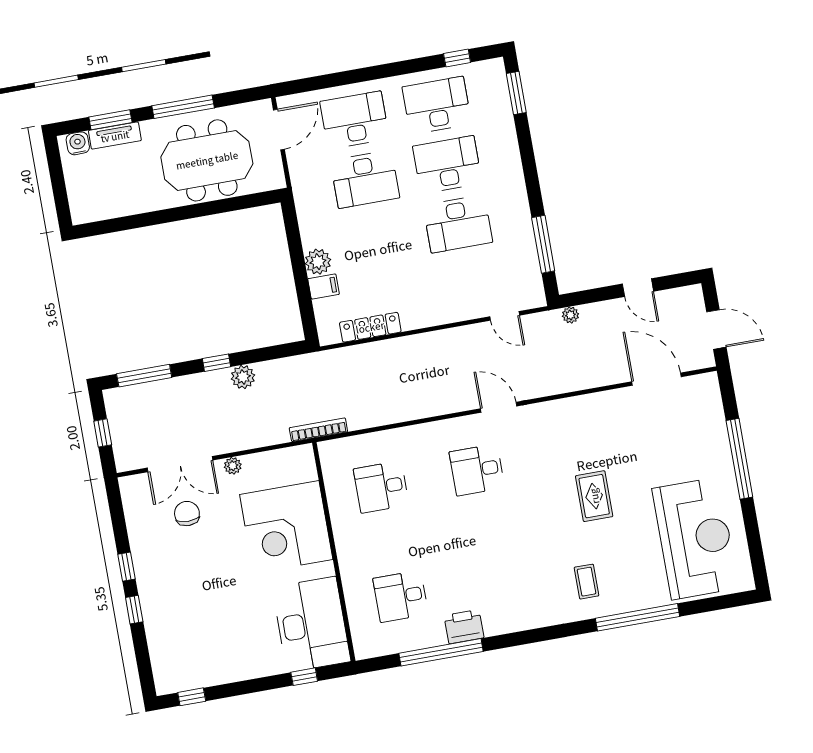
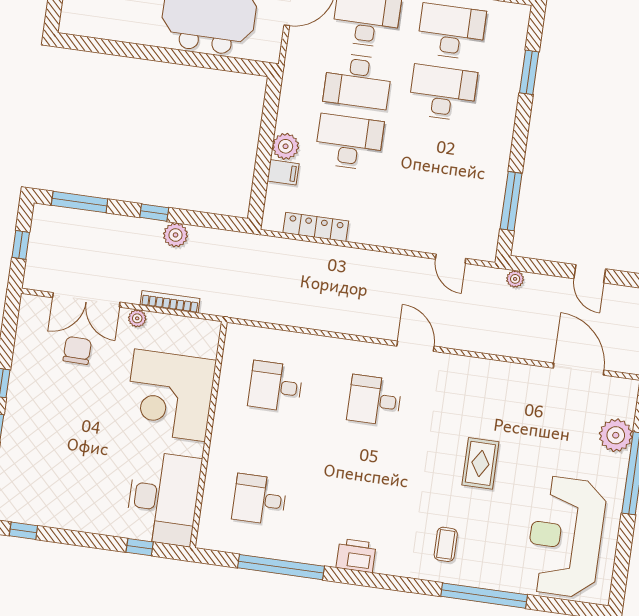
window: (516, 93) -> (529, 72), moved
desk: (458, 224) -> (349, 142), moved, turned 180
plant: (711, 429) -> (616, 435), added
bookcase: (318, 430) -> (170, 302), moved
reception desk: (695, 538) -> (566, 537), turned 180
printer: (464, 627) -> (356, 555), moved

